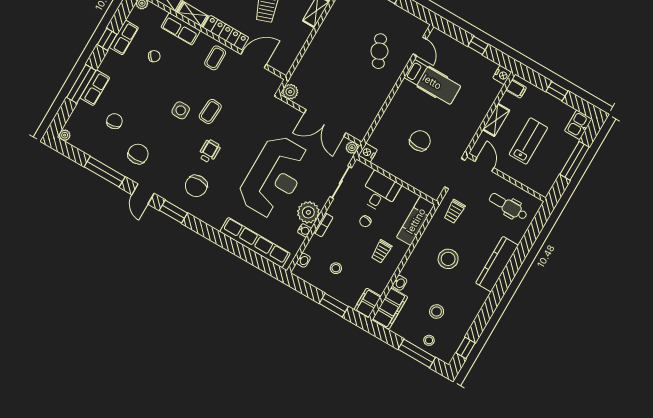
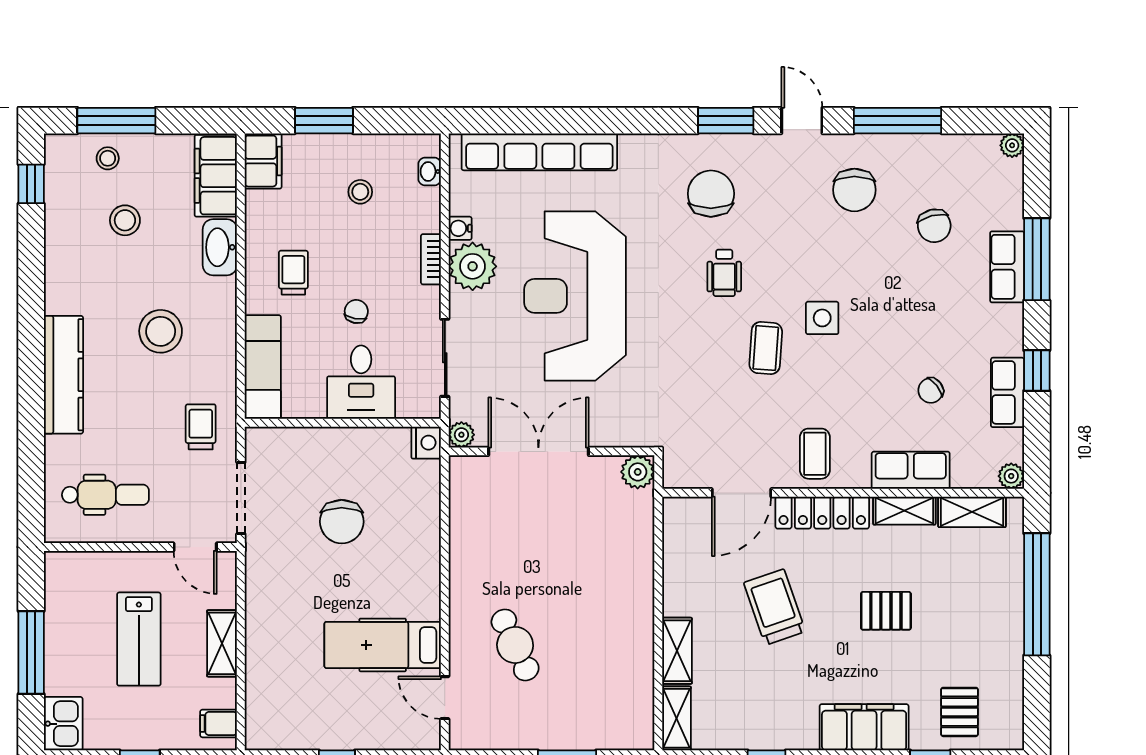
nightstand: (502, 75) -> (260, 734), removed
washbasin: (400, 283) -> (220, 247), width x1.91, depth x1.45

